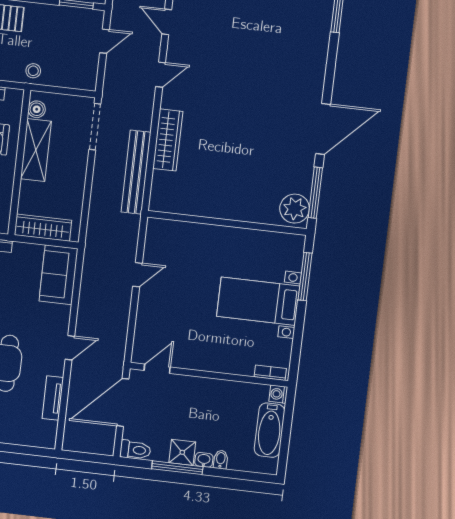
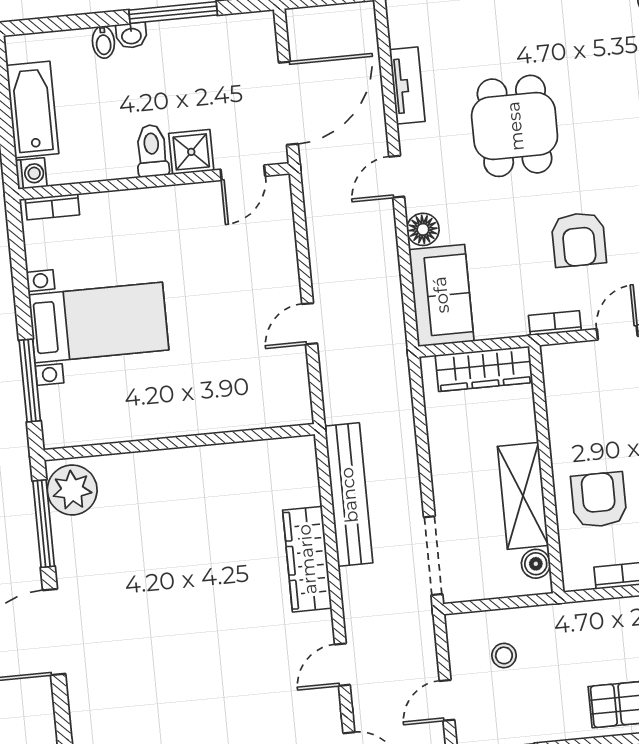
stool: (33, 71) -> (504, 655), moved
floor lamp: (61, 315) -> (423, 229), added
toilet: (135, 450) -> (152, 151), moved, turned 90
shower: (182, 452) -> (191, 152), moved

